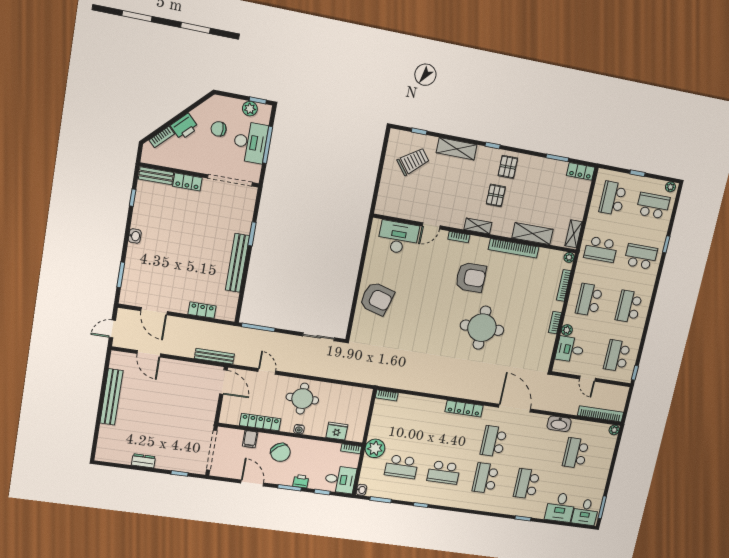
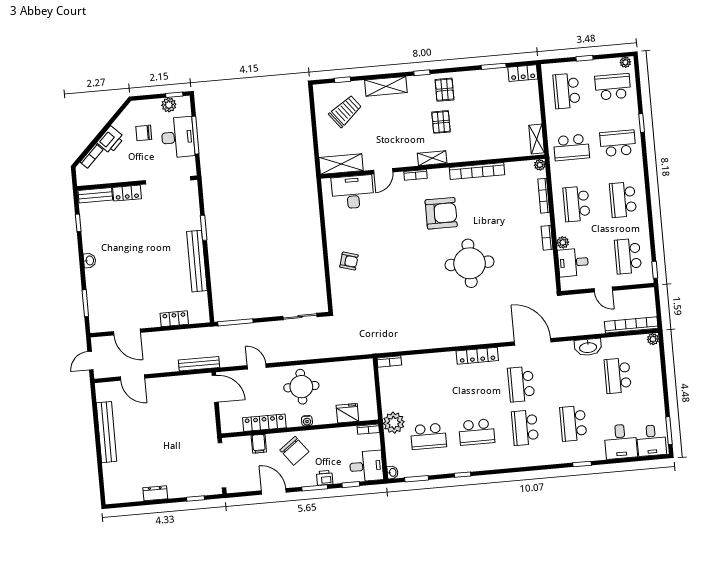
shelving: (533, 234) -> (341, 164), moved
armchair: (377, 299) -> (349, 261), width x0.53, depth x0.53

